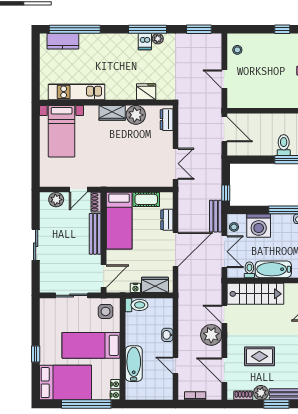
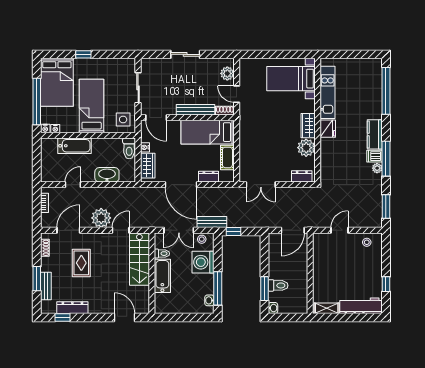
kitchen counter: (63, 41) -> (375, 134), moved
fridge: (146, 92) -> (328, 129), moved
washbasin: (167, 335) -> (107, 175), width x1.91, depth x1.45
plant: (261, 393) -> (47, 264), removed

